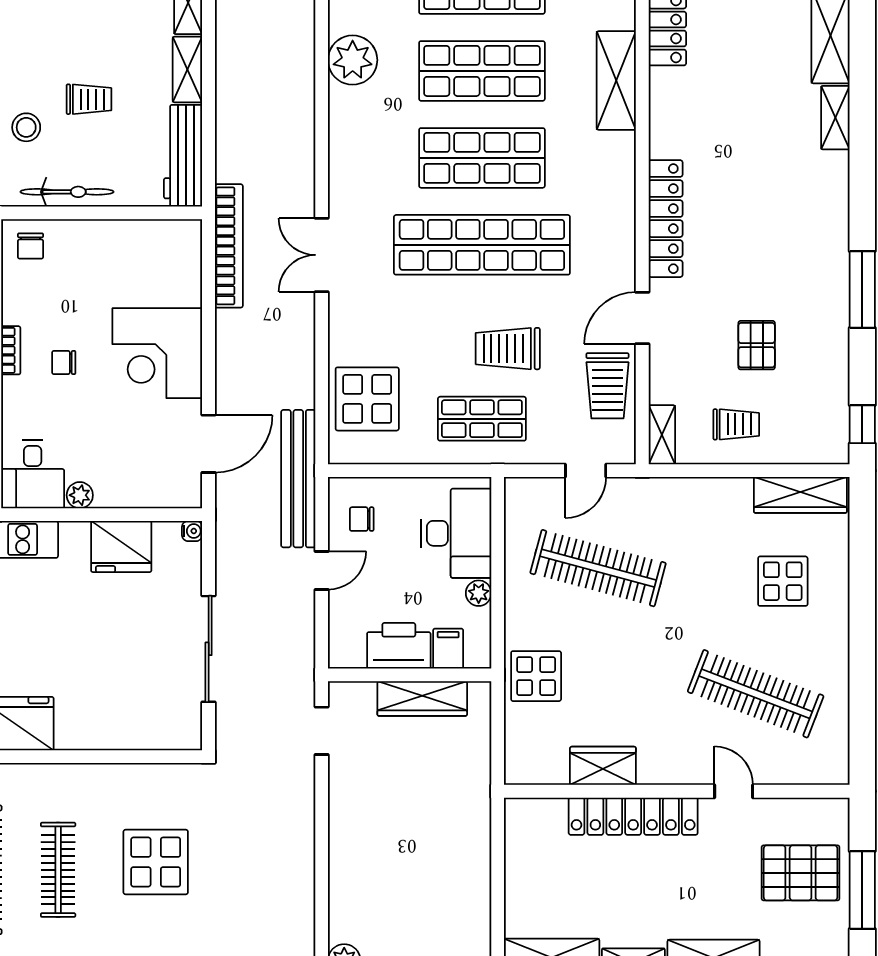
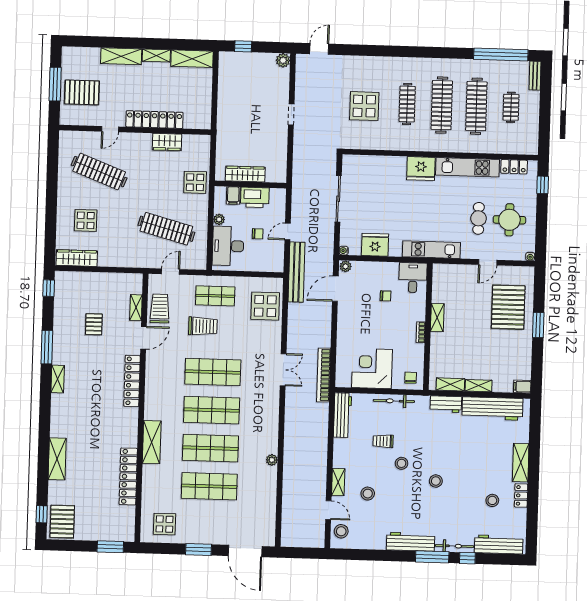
plant: (353, 60) -> (272, 460), width x0.53, depth x0.53
shelving: (187, 69) -> (339, 453), removed
shelving: (835, 118) -> (58, 379), moved
stool: (26, 127) -> (402, 463), moved
shop shelf: (482, 245) -> (213, 372), width x0.71
corner desk: (157, 353) -> (372, 369), moved, turned -90
chair: (64, 363) -> (386, 296), moved
trolley: (736, 424) -> (104, 290), removed
shelving: (662, 435) -> (136, 308), moved
plant: (80, 495) -> (346, 266), moved
chair: (362, 519) -> (258, 234), moved
doorway: (322, 731) -> (291, 114), moved
door: (734, 791) -> (110, 129), hinge flipped

